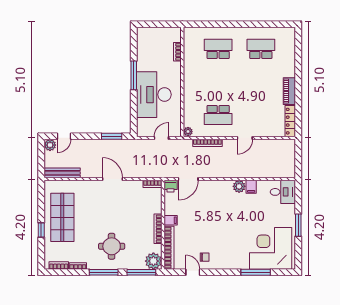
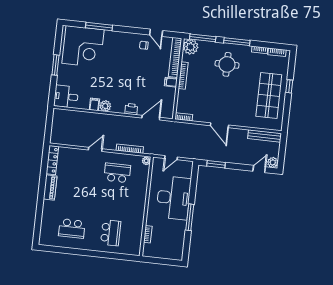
school desk: (218, 49) -> (111, 233), turned -90
printer: (171, 186) -> (131, 109), moved

